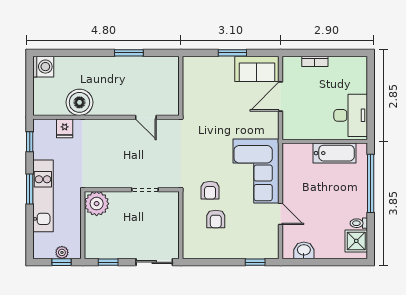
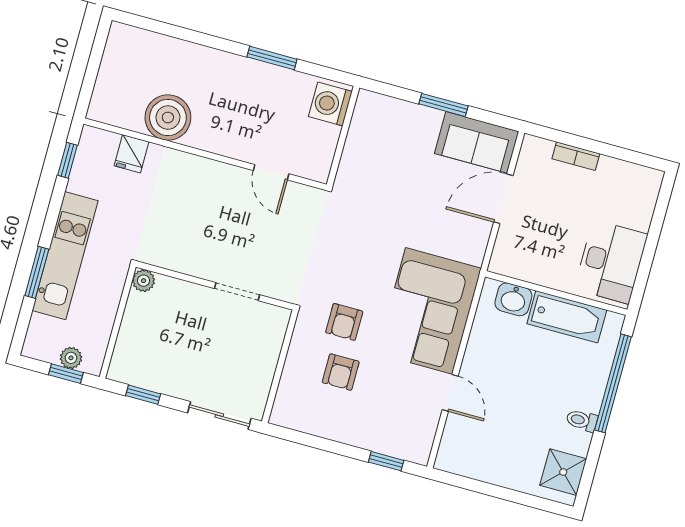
washing machine: (43, 67) -> (330, 104), moved, turned 180
window: (30, 189) -> (37, 272), moved
plant: (97, 204) -> (144, 281), width x0.53, depth x0.53
toilet: (359, 223) -> (582, 420), moved
washbasin: (304, 250) -> (513, 299), moved, turned 180

